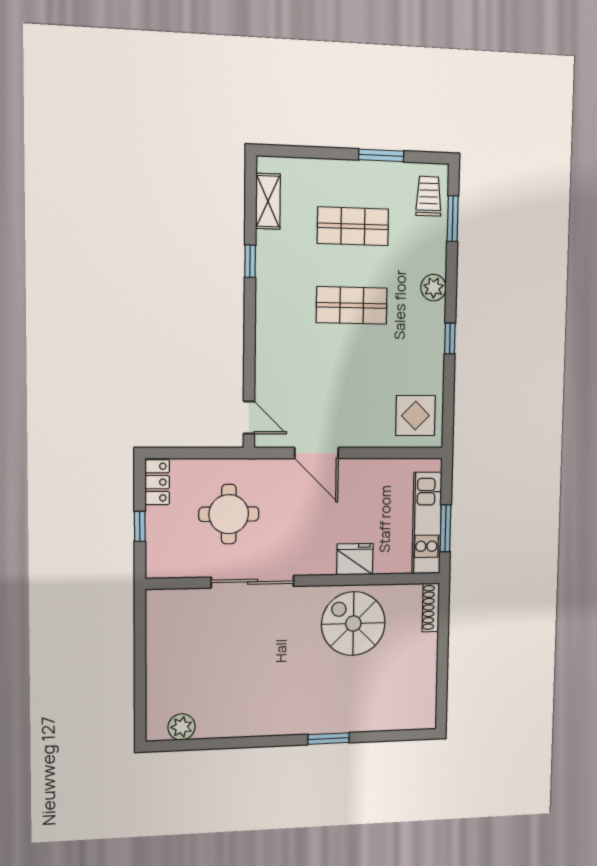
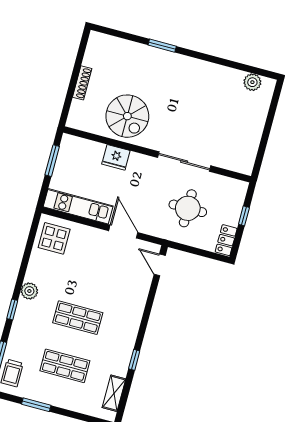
plant: (433, 288) -> (29, 291), moved
window: (450, 338) -> (12, 309), moved
kitchen unit: (427, 523) -> (78, 206), moved, turned -90
shoe rack: (431, 607) -> (82, 83), moved

